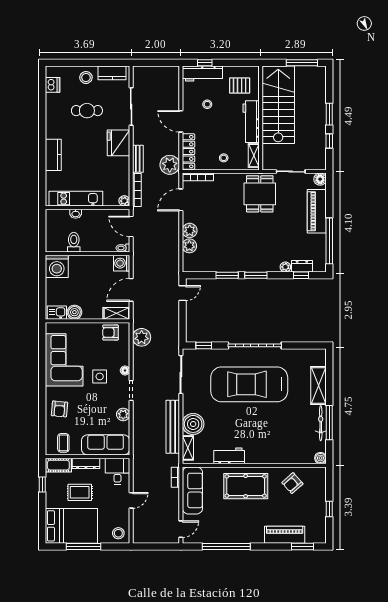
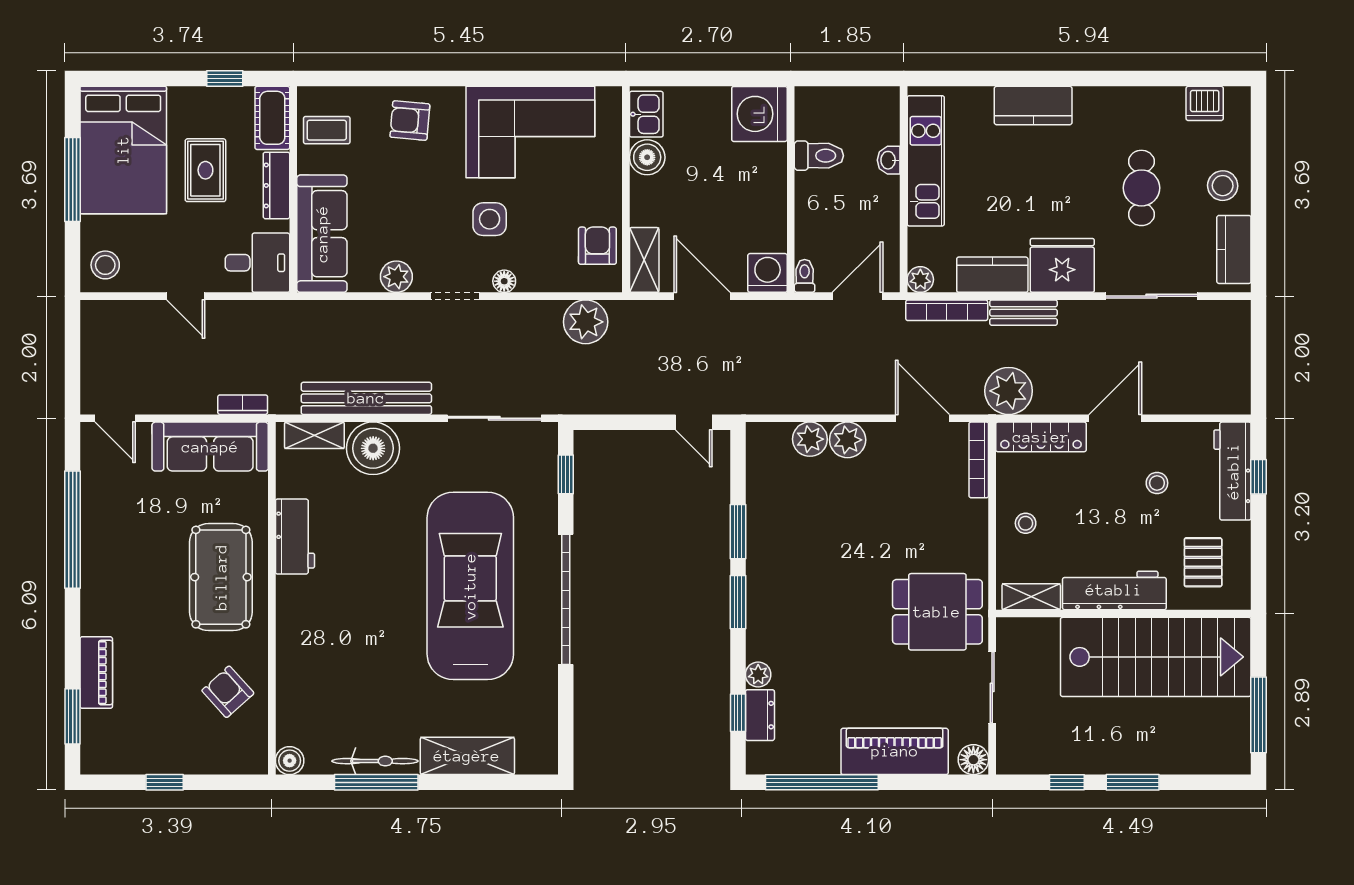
kitchen counter: (122, 171) -> (992, 275), added
piano: (285, 535) -> (96, 673), width x0.73, depth x0.75

